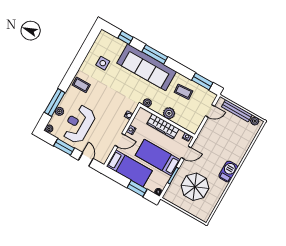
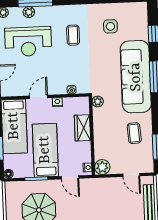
coffee table: (81, 85) -> (73, 35), moved
plant: (169, 113) -> (102, 167), moved
reception desk: (79, 124) -> (28, 42), turned 180
wardrobe: (163, 126) -> (82, 128), width x0.67
door: (120, 140) -> (39, 97), swing flipped

